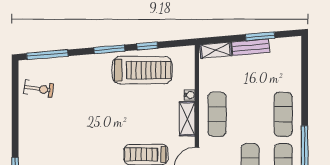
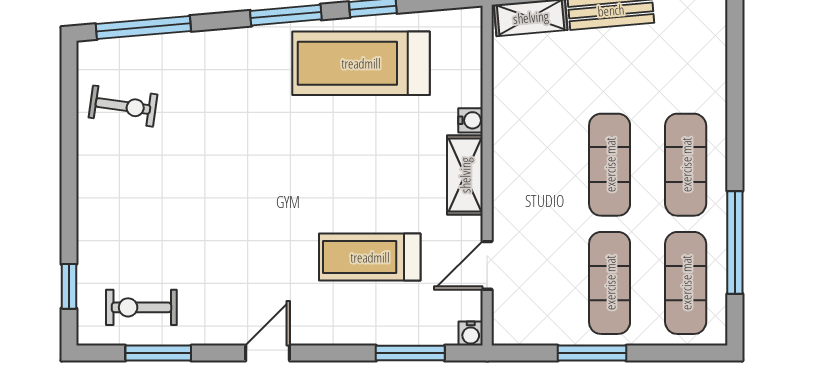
treadmill: (142, 70) -> (361, 63), turned 180
exercise mat: (217, 114) -> (610, 165), moved

